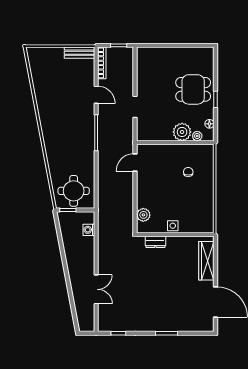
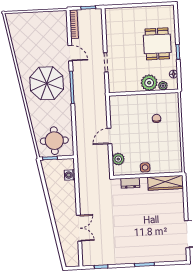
bench: (79, 53) -> (53, 16), removed
dining table: (193, 89) -> (157, 44), turned 90
parasol: (68, 127) -> (47, 83), added
door: (135, 163) -> (109, 136), moved
wardrobe: (206, 261) -> (166, 183), moved, turned -90

